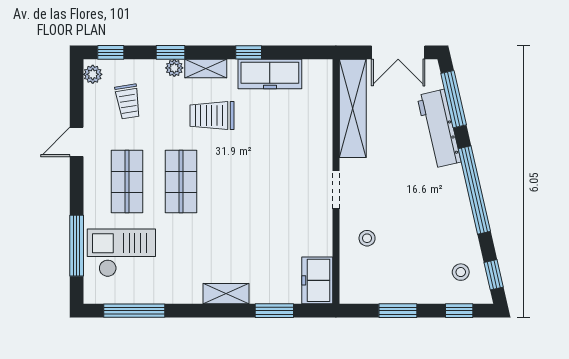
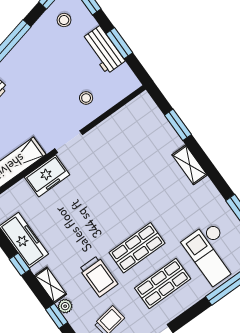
trolley: (212, 116) -> (98, 276), moved
freezer: (317, 280) -> (47, 176), moved
workbench: (403, 290) -> (103, 50), added

